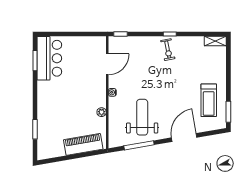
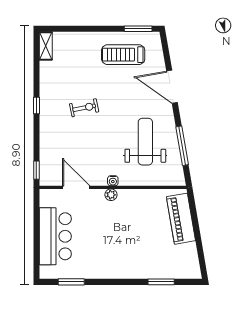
exercise bike: (168, 50) -> (84, 108), moved
bar counter: (49, 58) -> (55, 236), moved, turned 90
treadmill: (209, 100) -> (123, 55), turned 180
plant: (102, 112) -> (111, 195), moved
weight bench: (142, 117) -> (145, 142), turned 90

